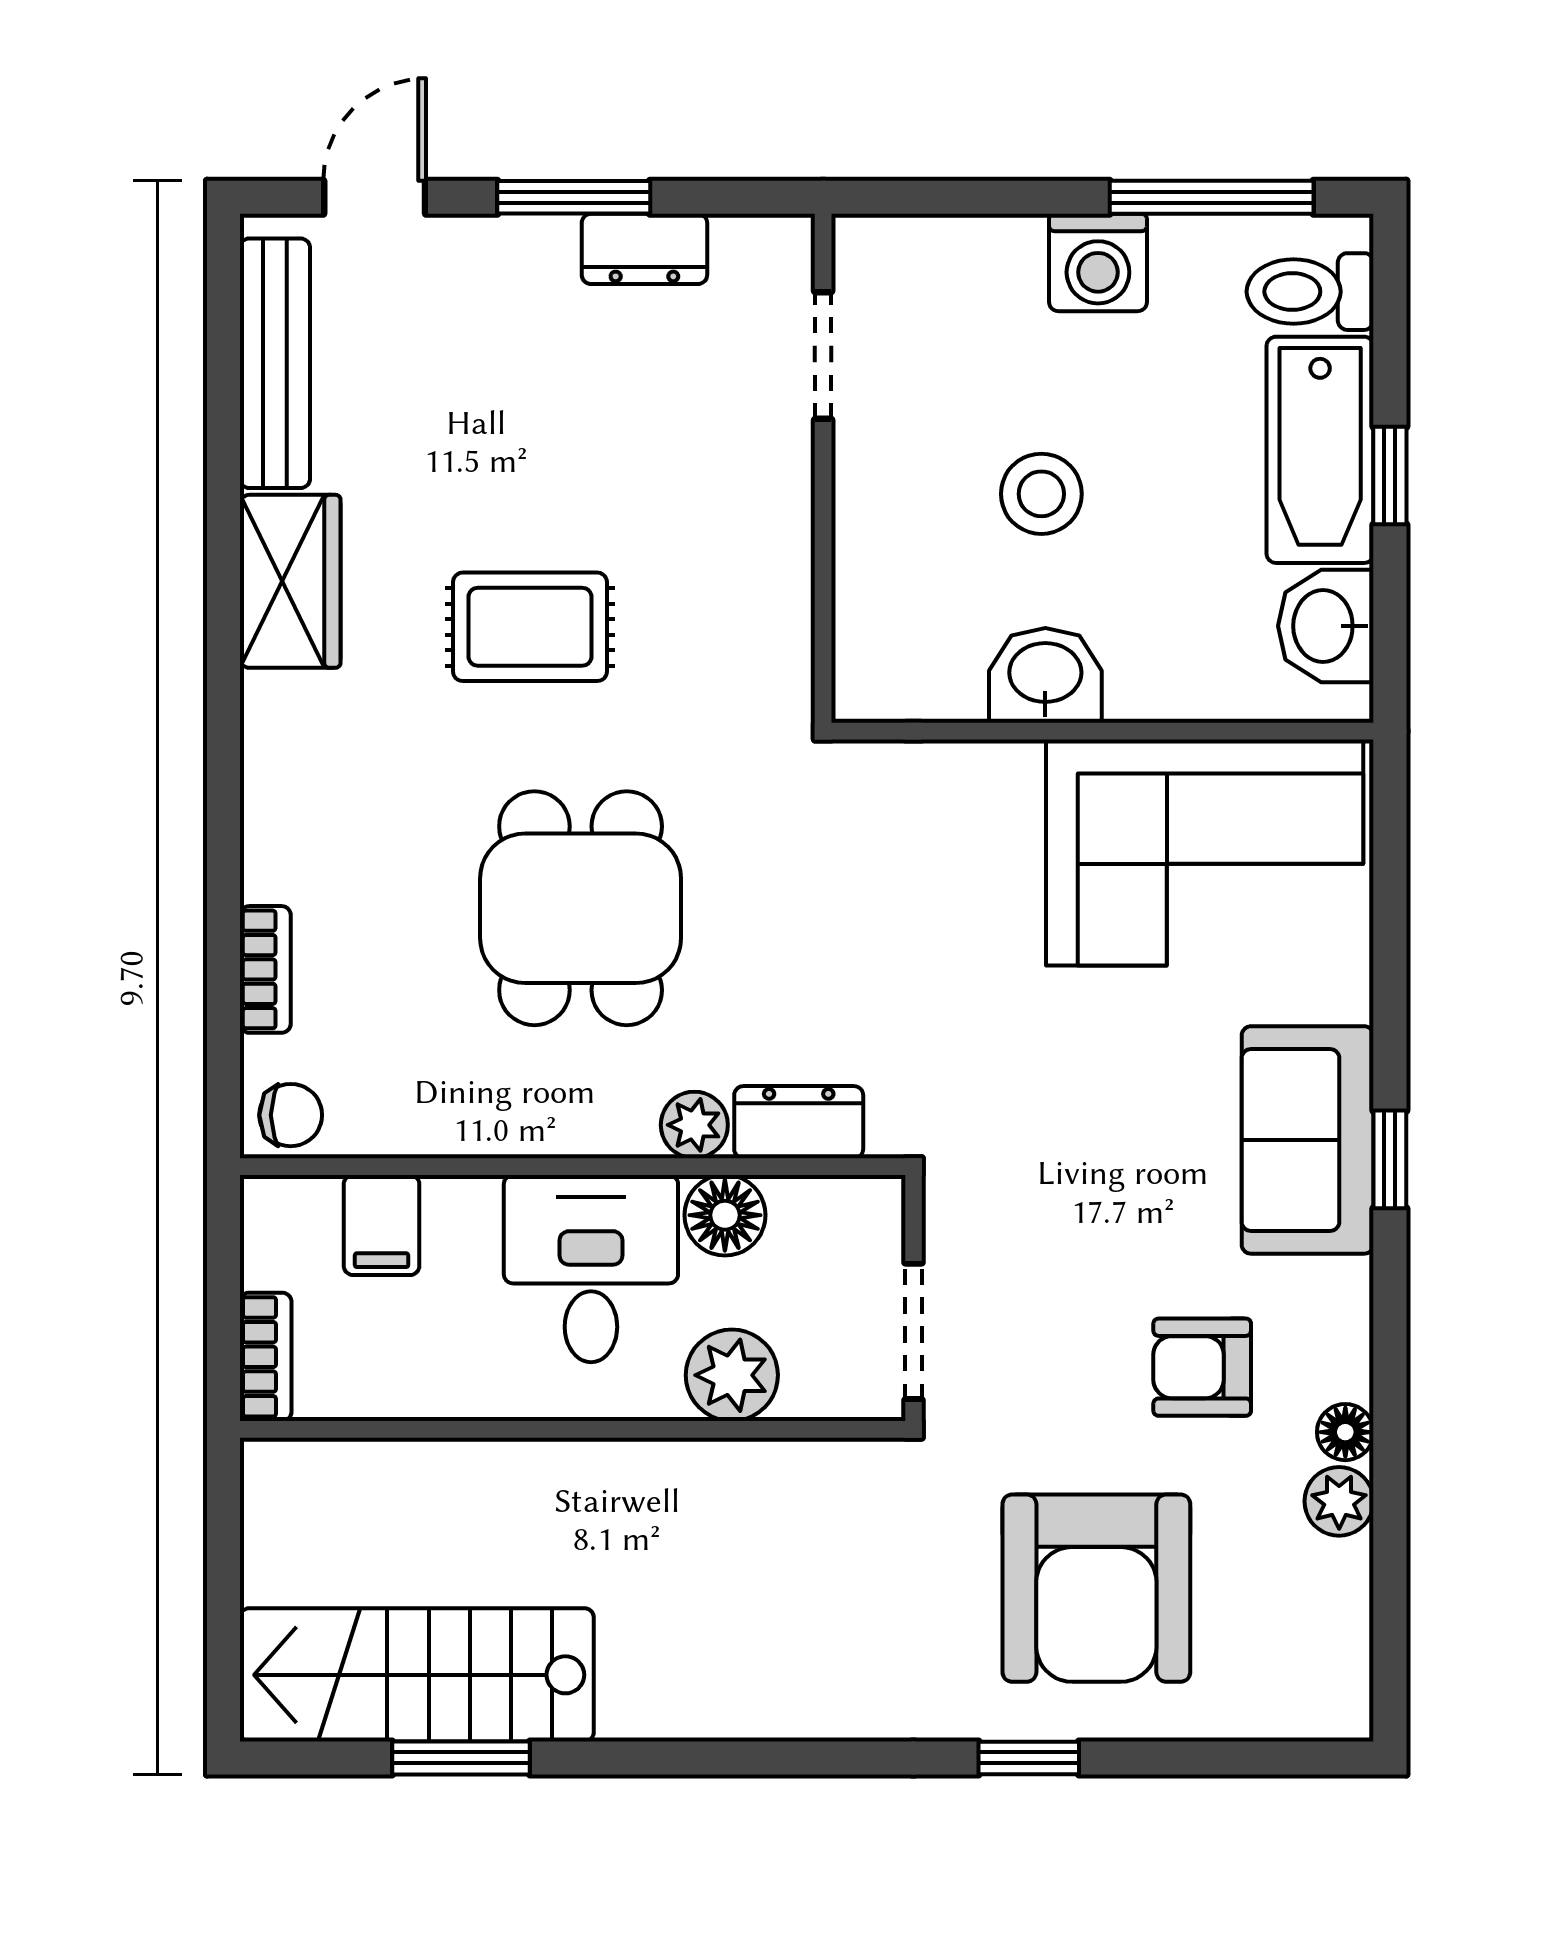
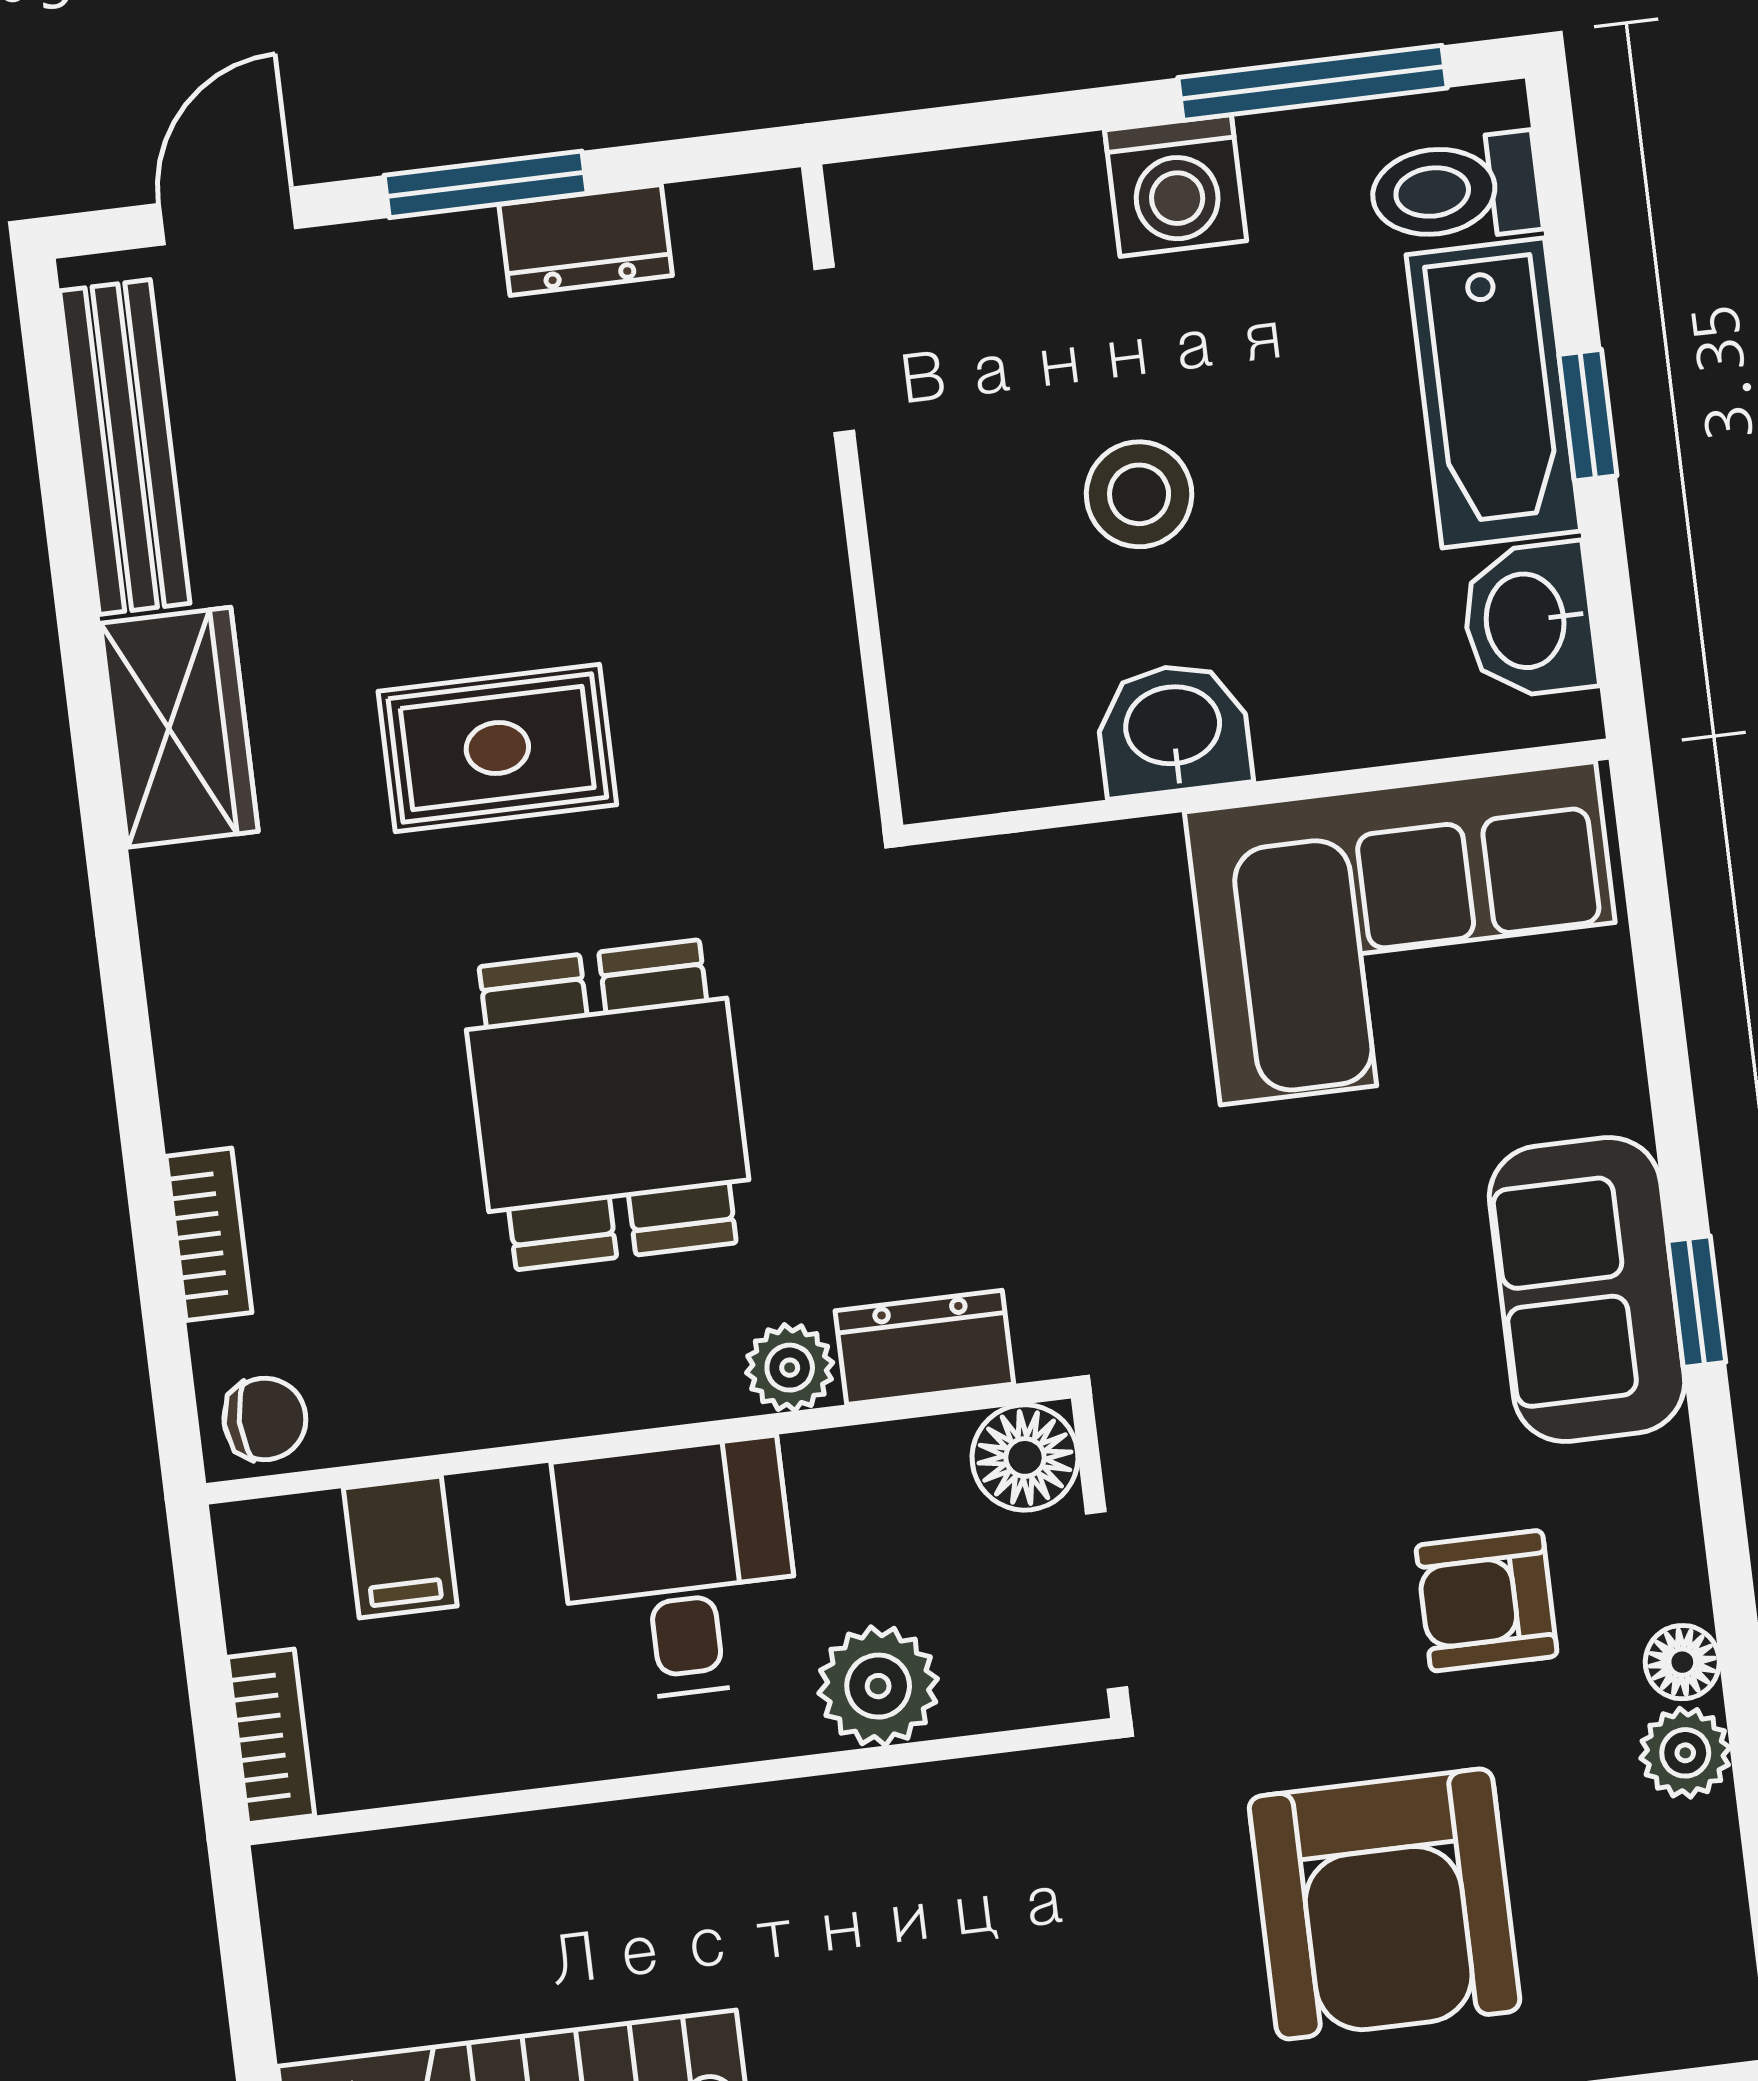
floor lamp: (725, 1215) -> (1025, 1457), moved

